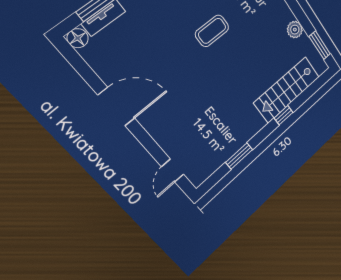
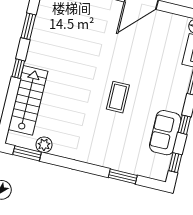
plant: (295, 30) -> (44, 145), moved
window: (284, 115) -> (18, 69), moved

